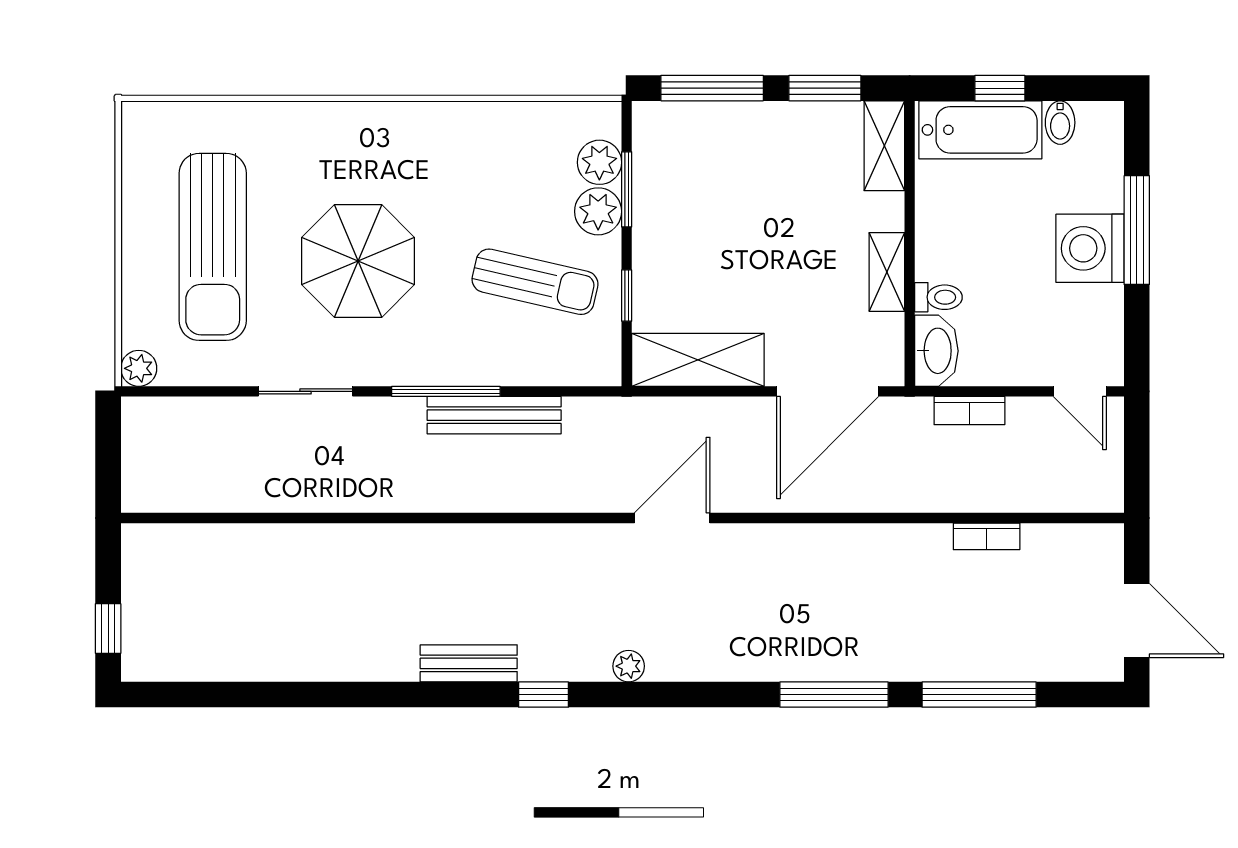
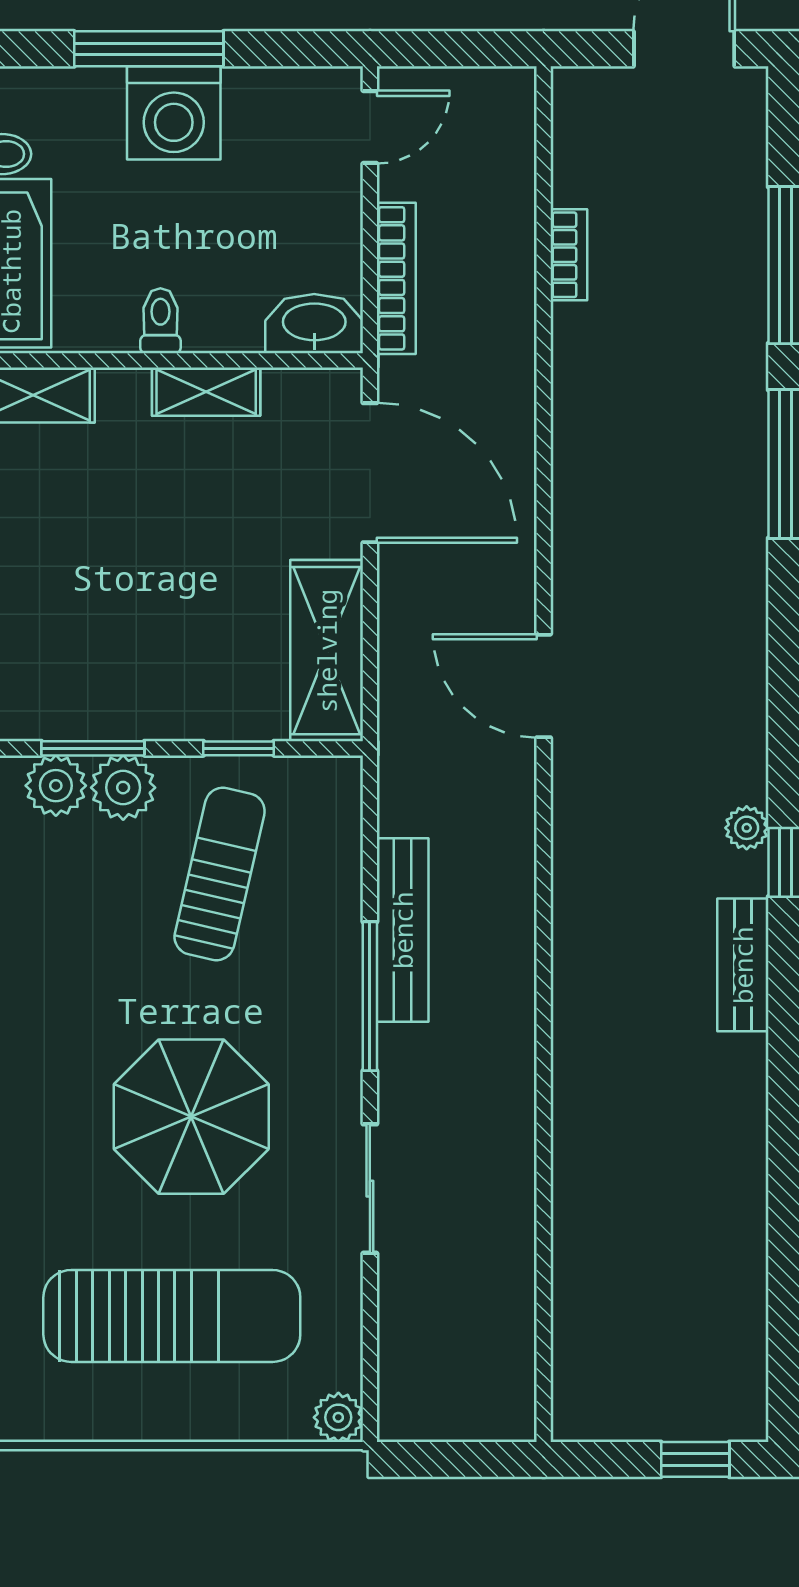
toilet: (938, 297) -> (160, 321), moved
bookcase: (969, 411) -> (396, 278), width x1.56
plant: (629, 666) -> (747, 828), moved

